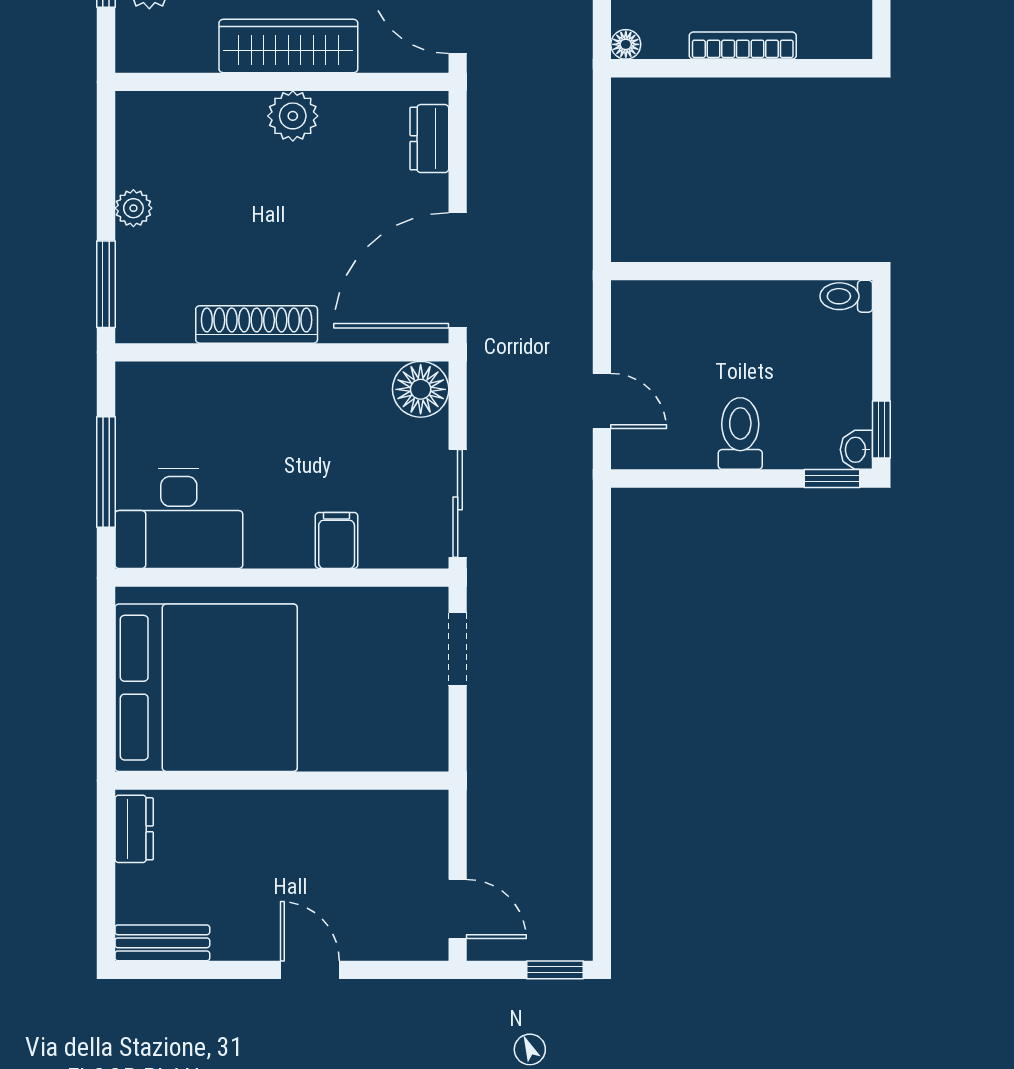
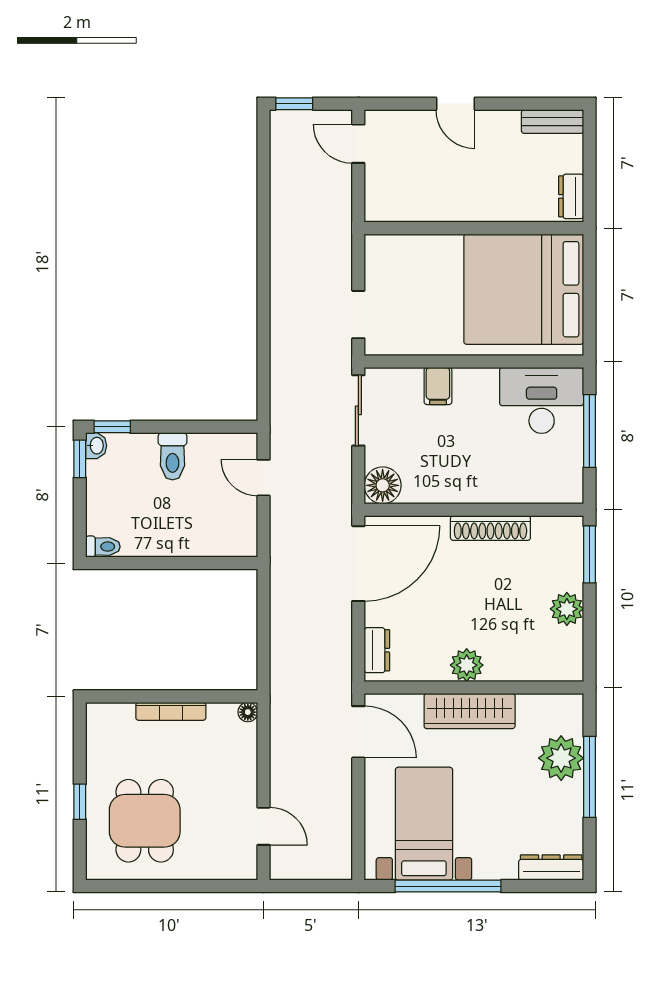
plant: (133, 208) -> (567, 609), width x1.38, depth x1.38

